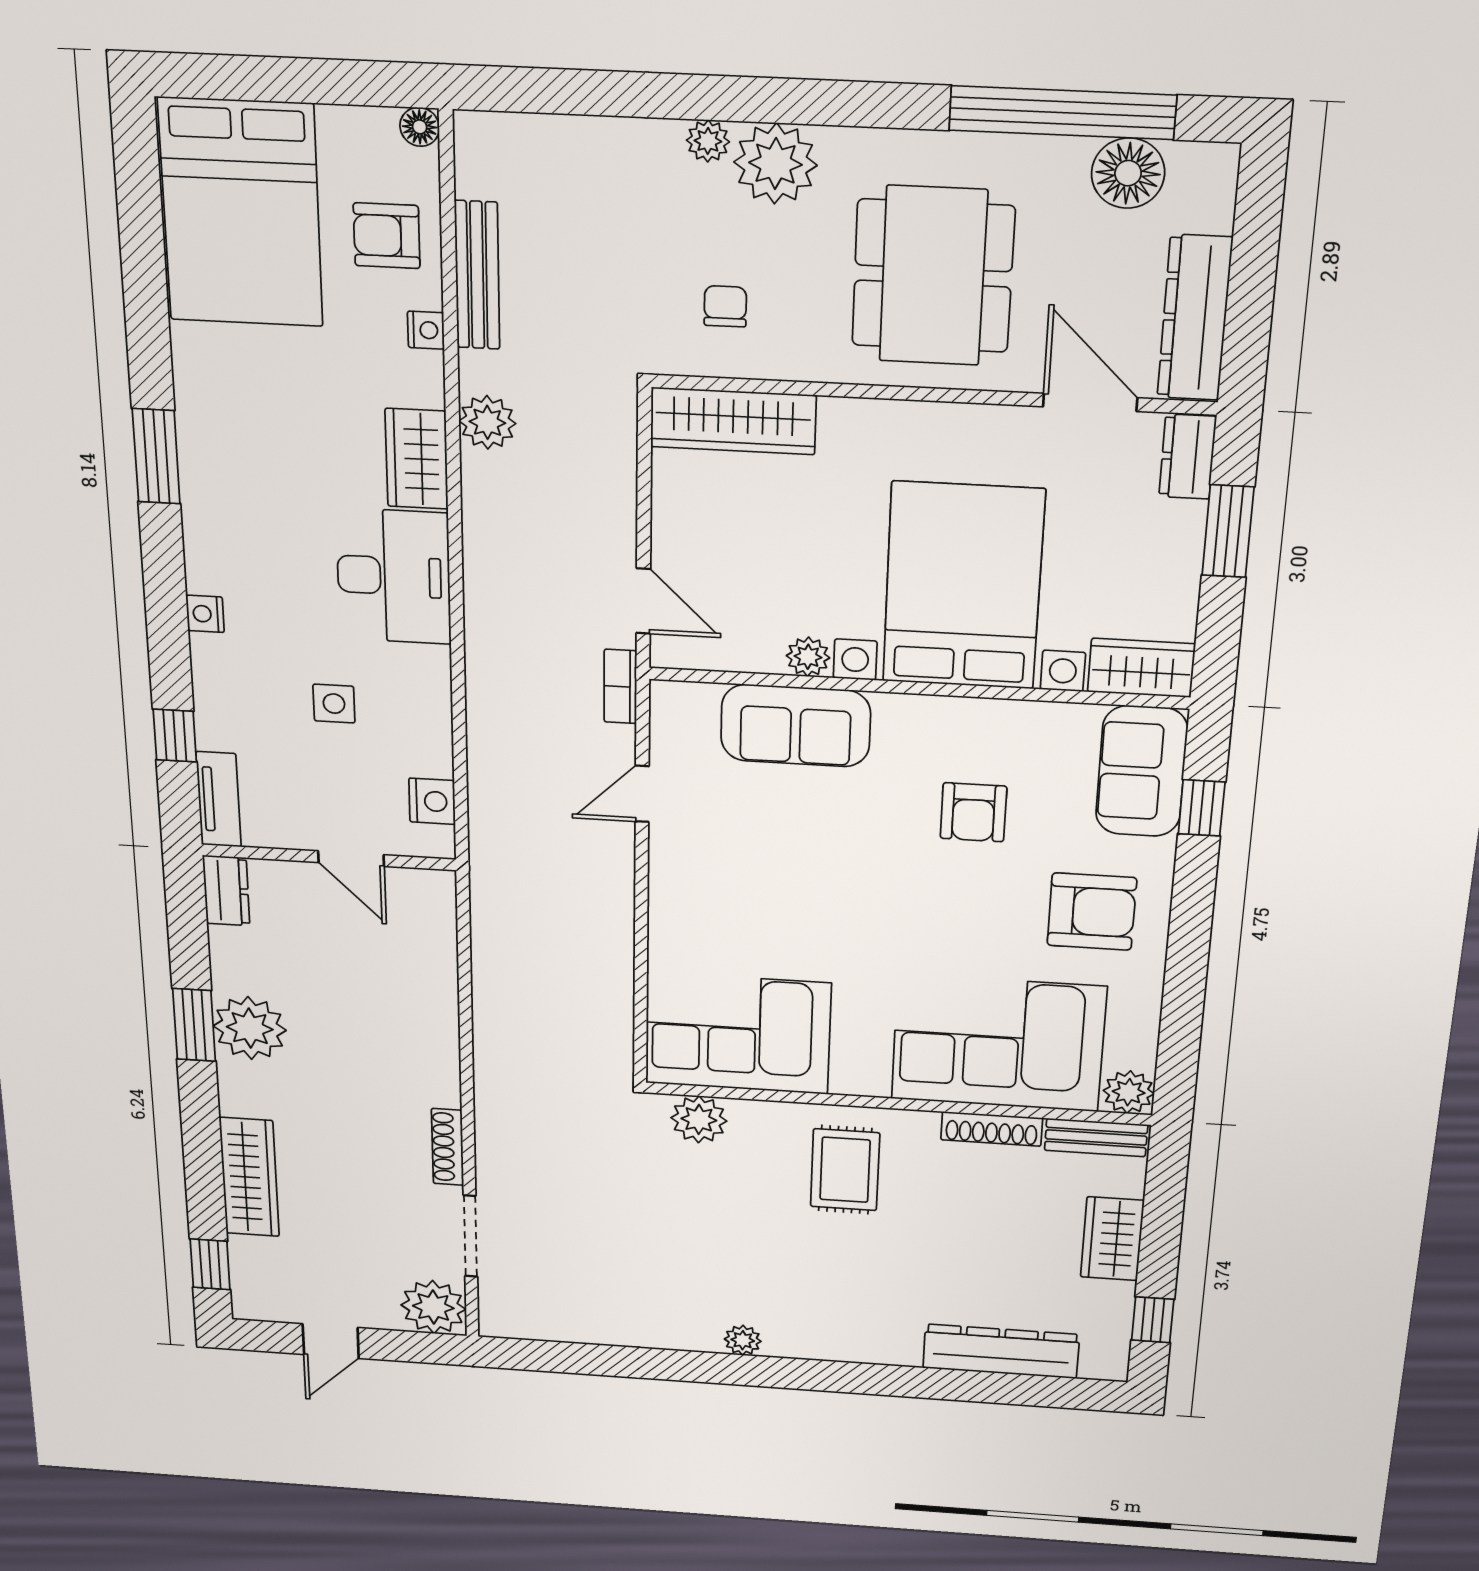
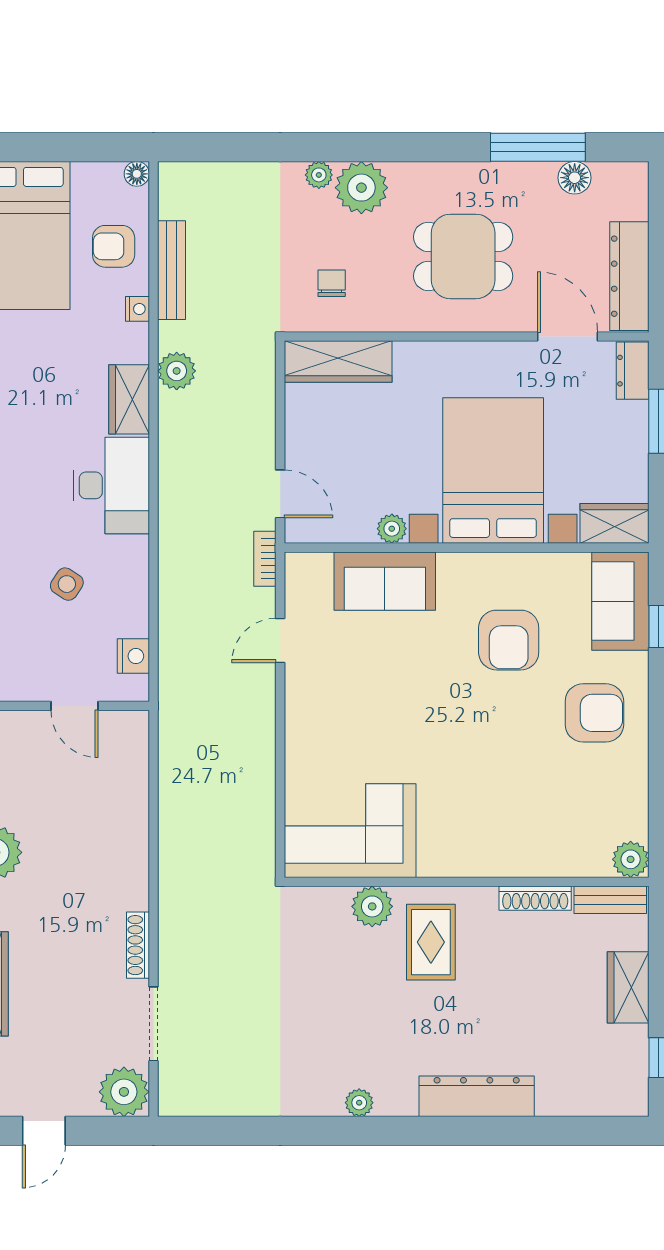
window: (1062, 113) -> (538, 147), width x0.68
floor lamp: (1128, 173) -> (575, 178), width x0.73, depth x0.73
dining table: (933, 276) -> (463, 256), width x0.73
side table: (334, 704) -> (67, 584), turned 33
armchair: (973, 812) -> (509, 640), width x1.38, depth x1.38
corner sofa: (998, 1043) -> (536, 825), removed
plant: (699, 1119) -> (372, 906), moved
dresser: (1001, 1351) -> (477, 1096), moved

